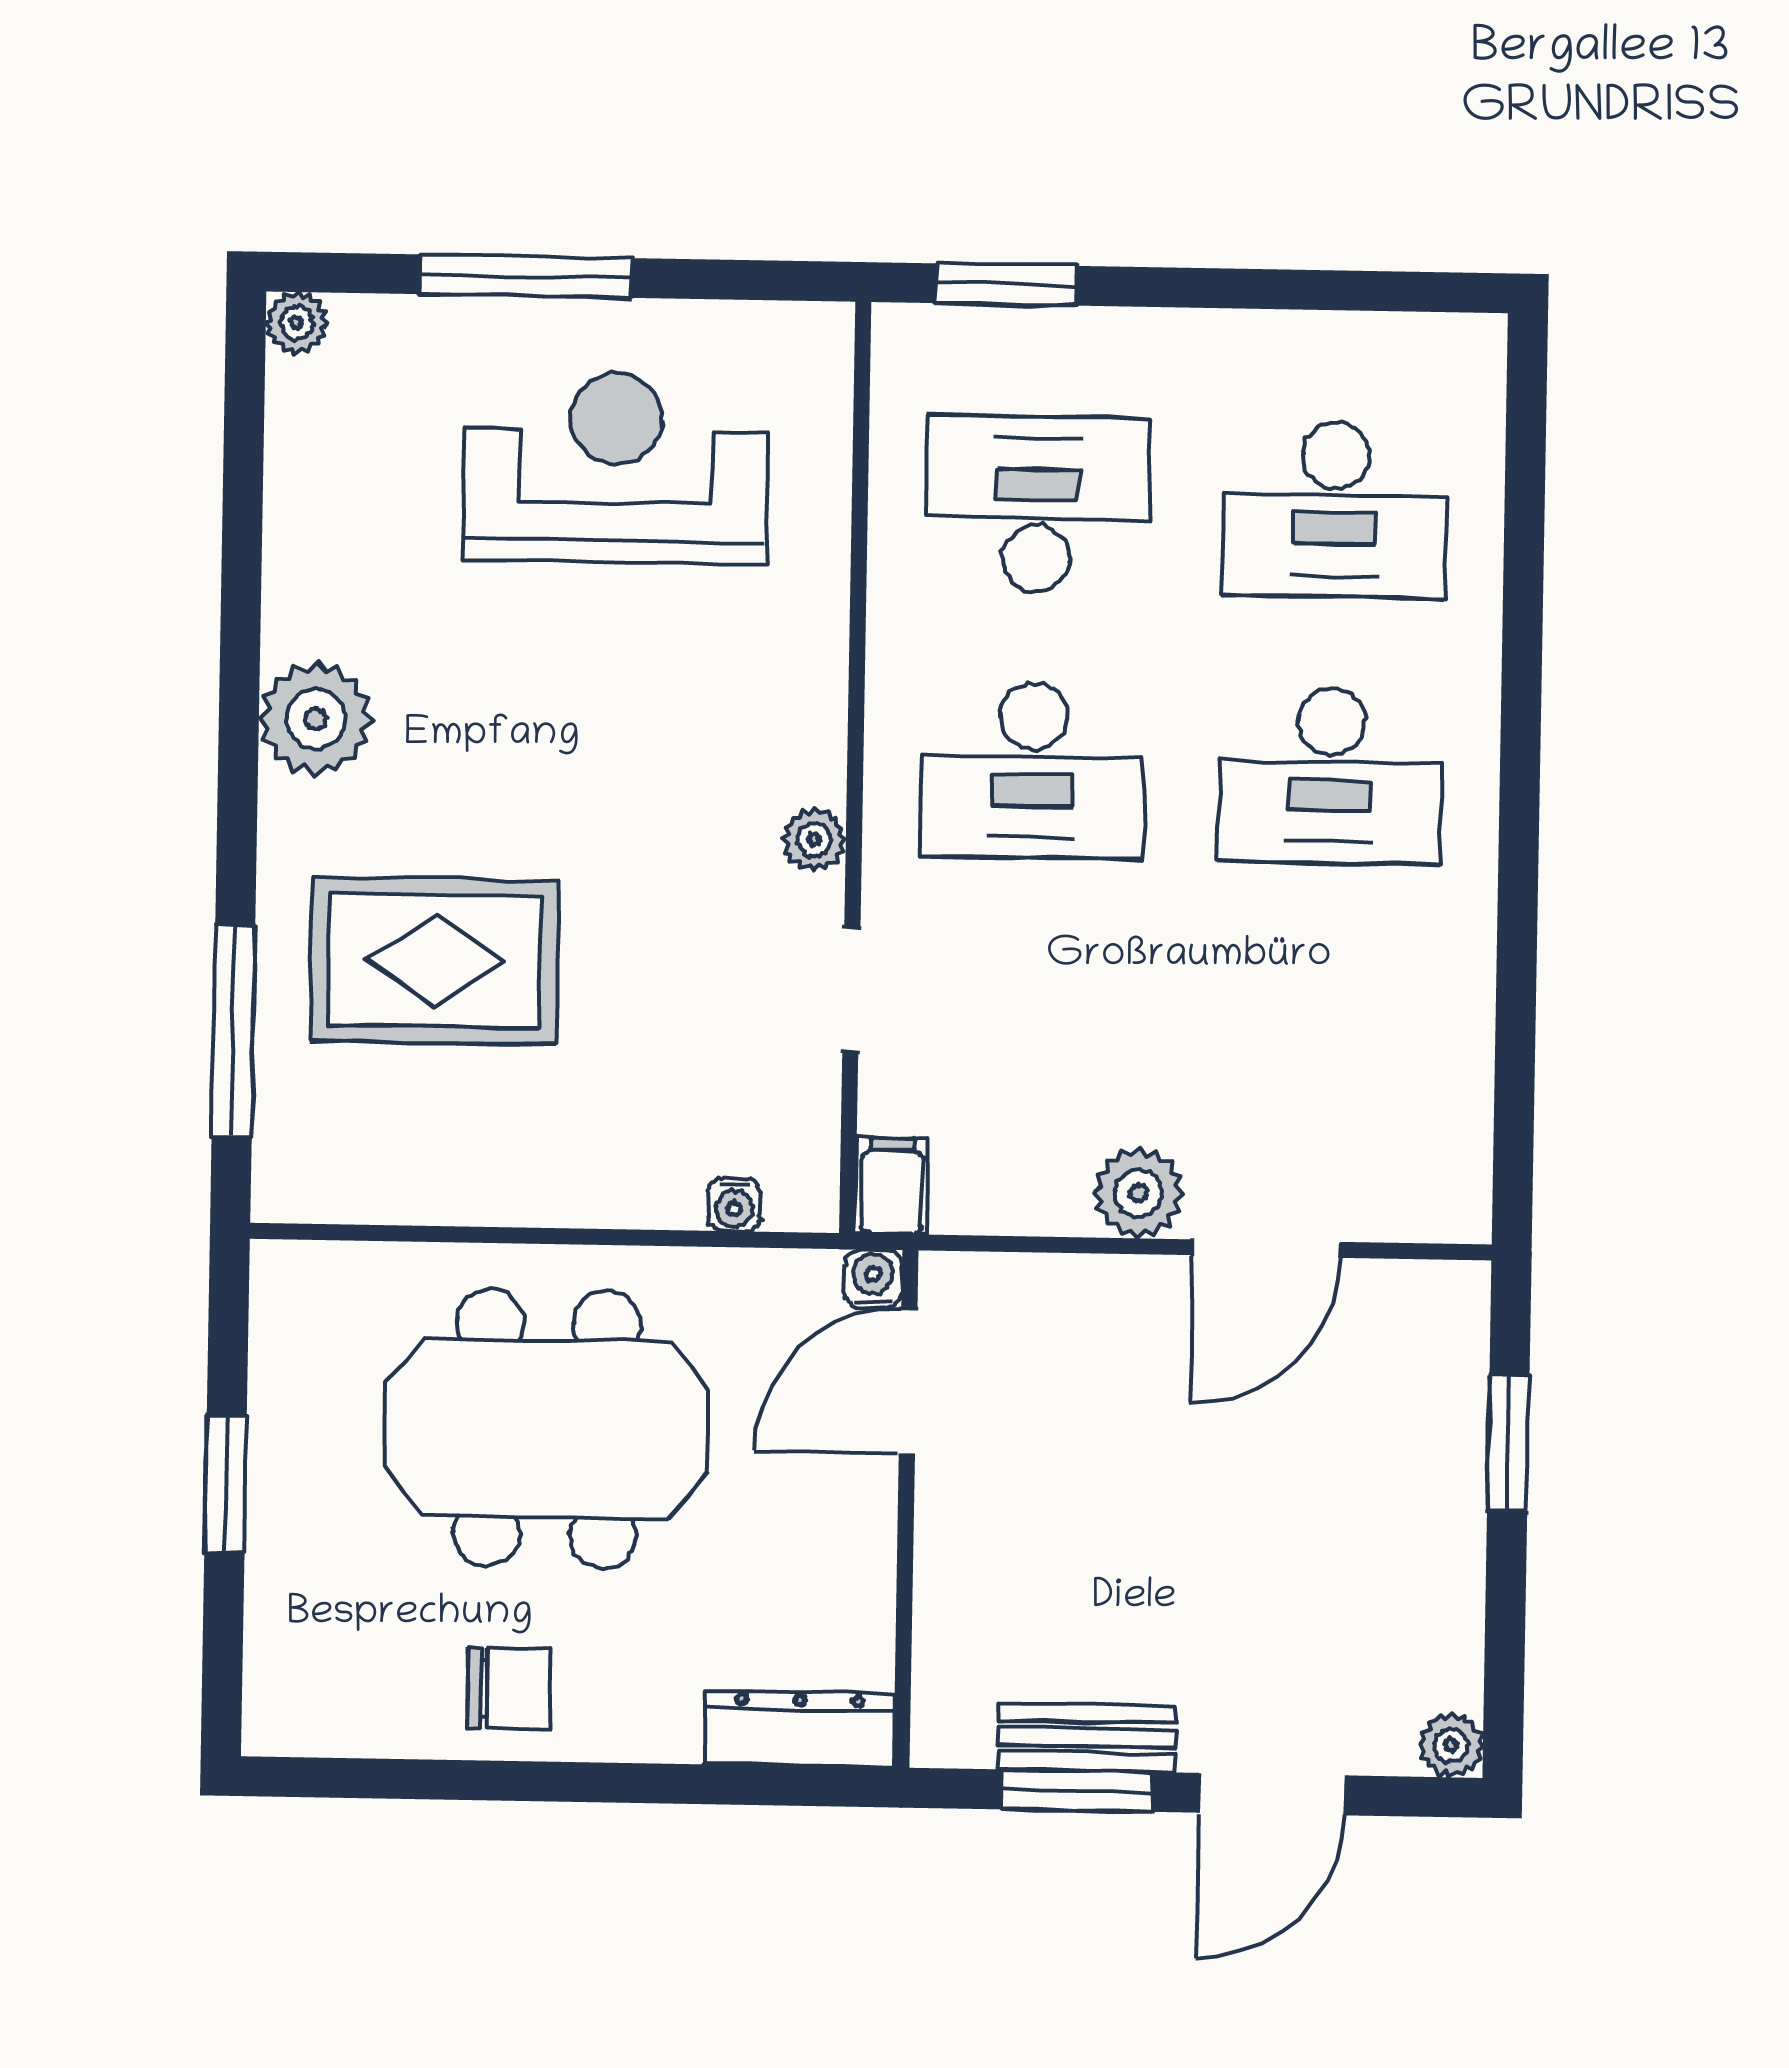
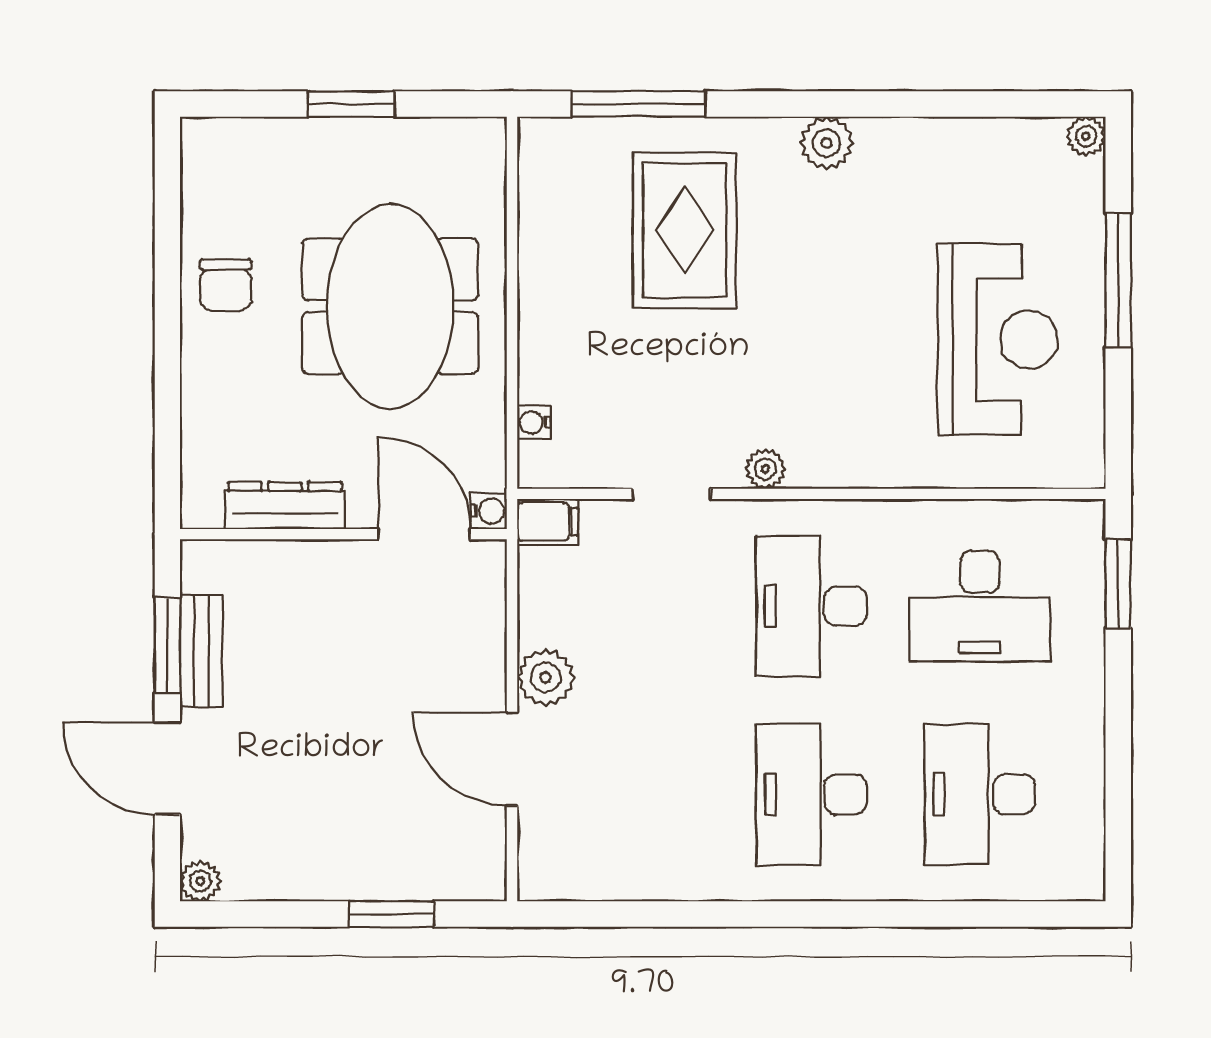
desk: (1037, 504) -> (980, 606), turned 90
plant: (316, 719) -> (827, 143), width x0.73, depth x0.73
dresser: (800, 1729) -> (285, 506), moved, turned -90

